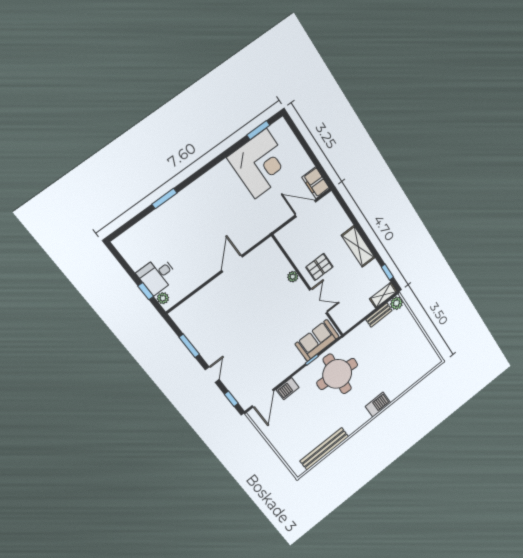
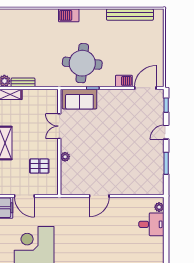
pallet: (319, 267) -> (39, 166), moved
window: (146, 291) -> (166, 220), removed

